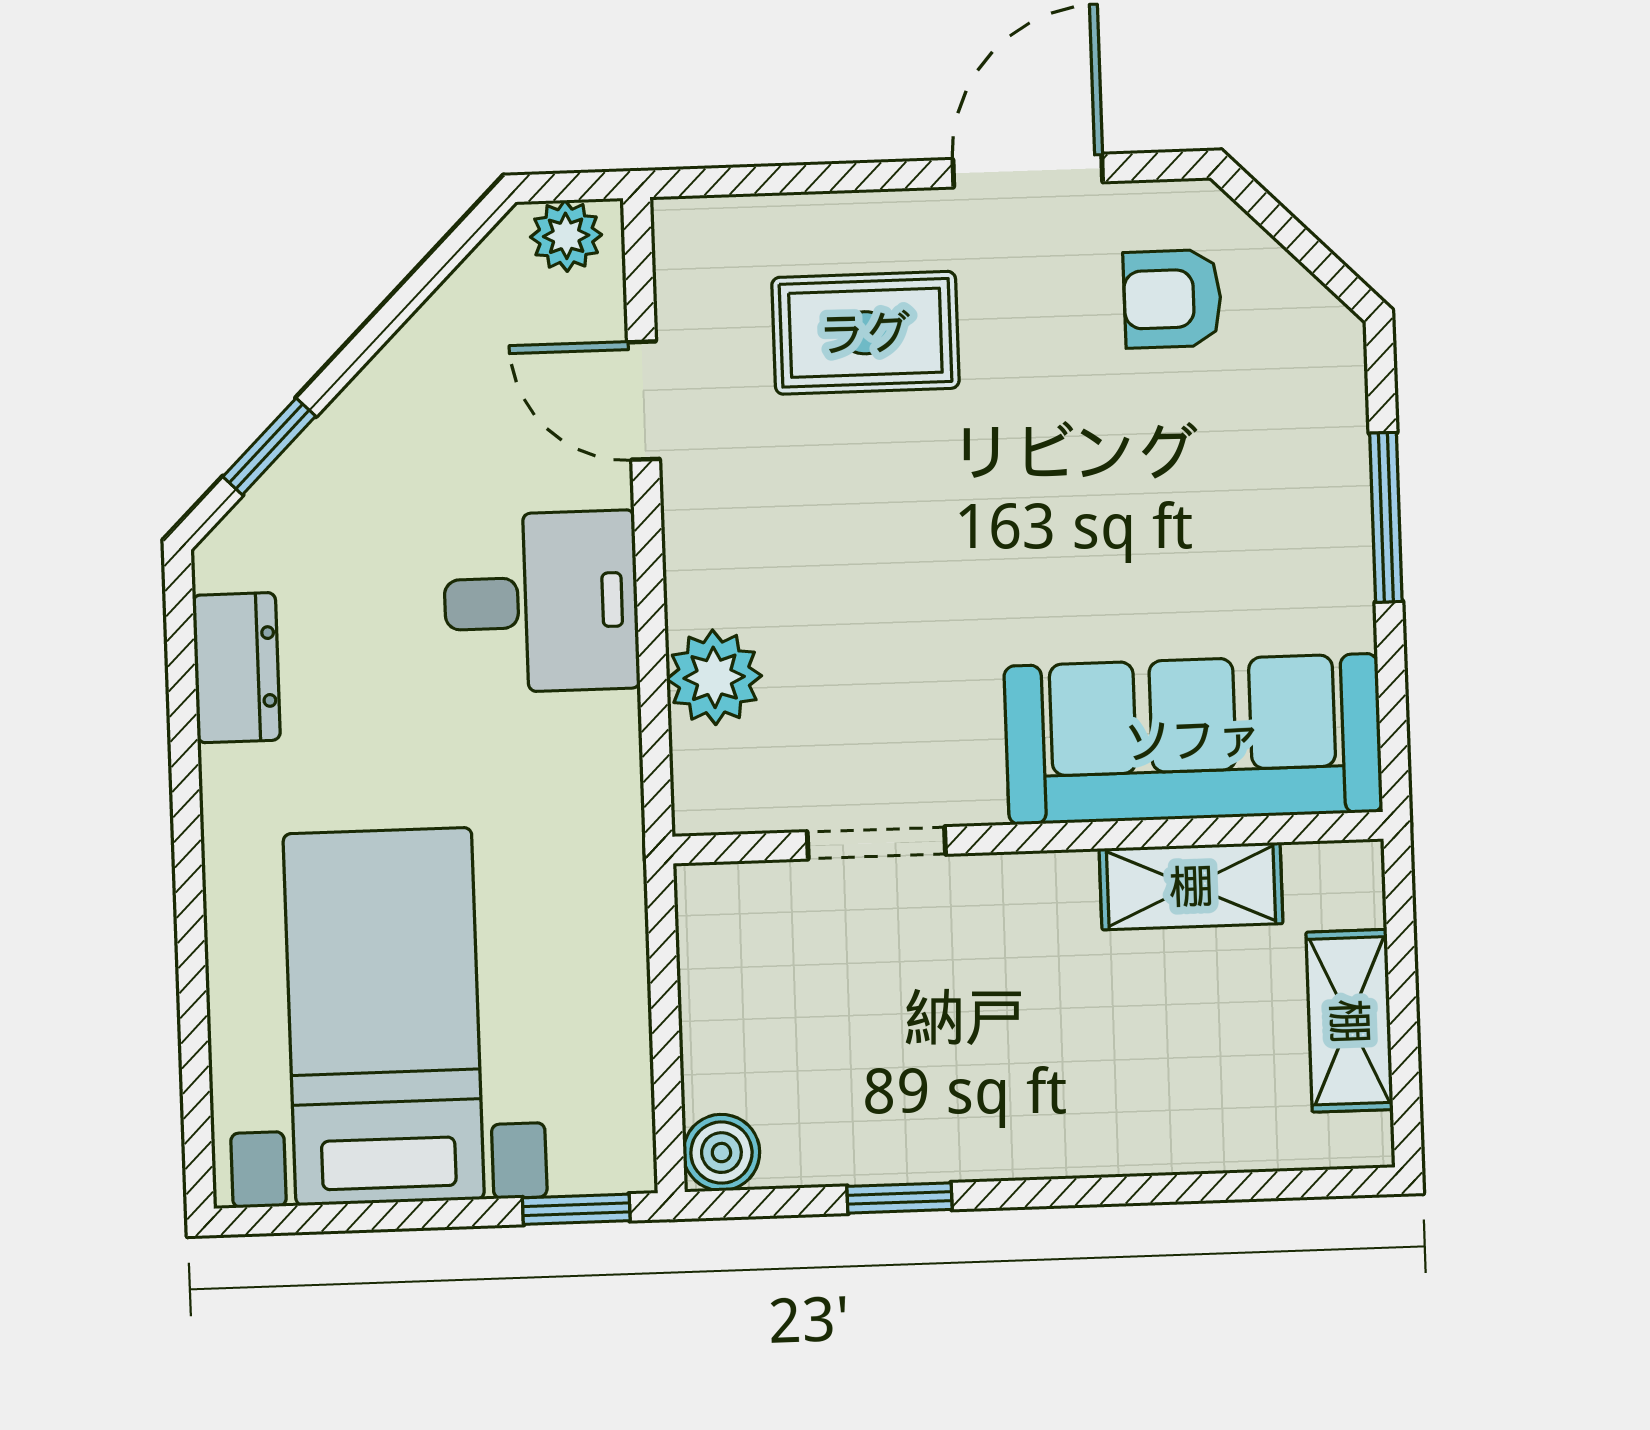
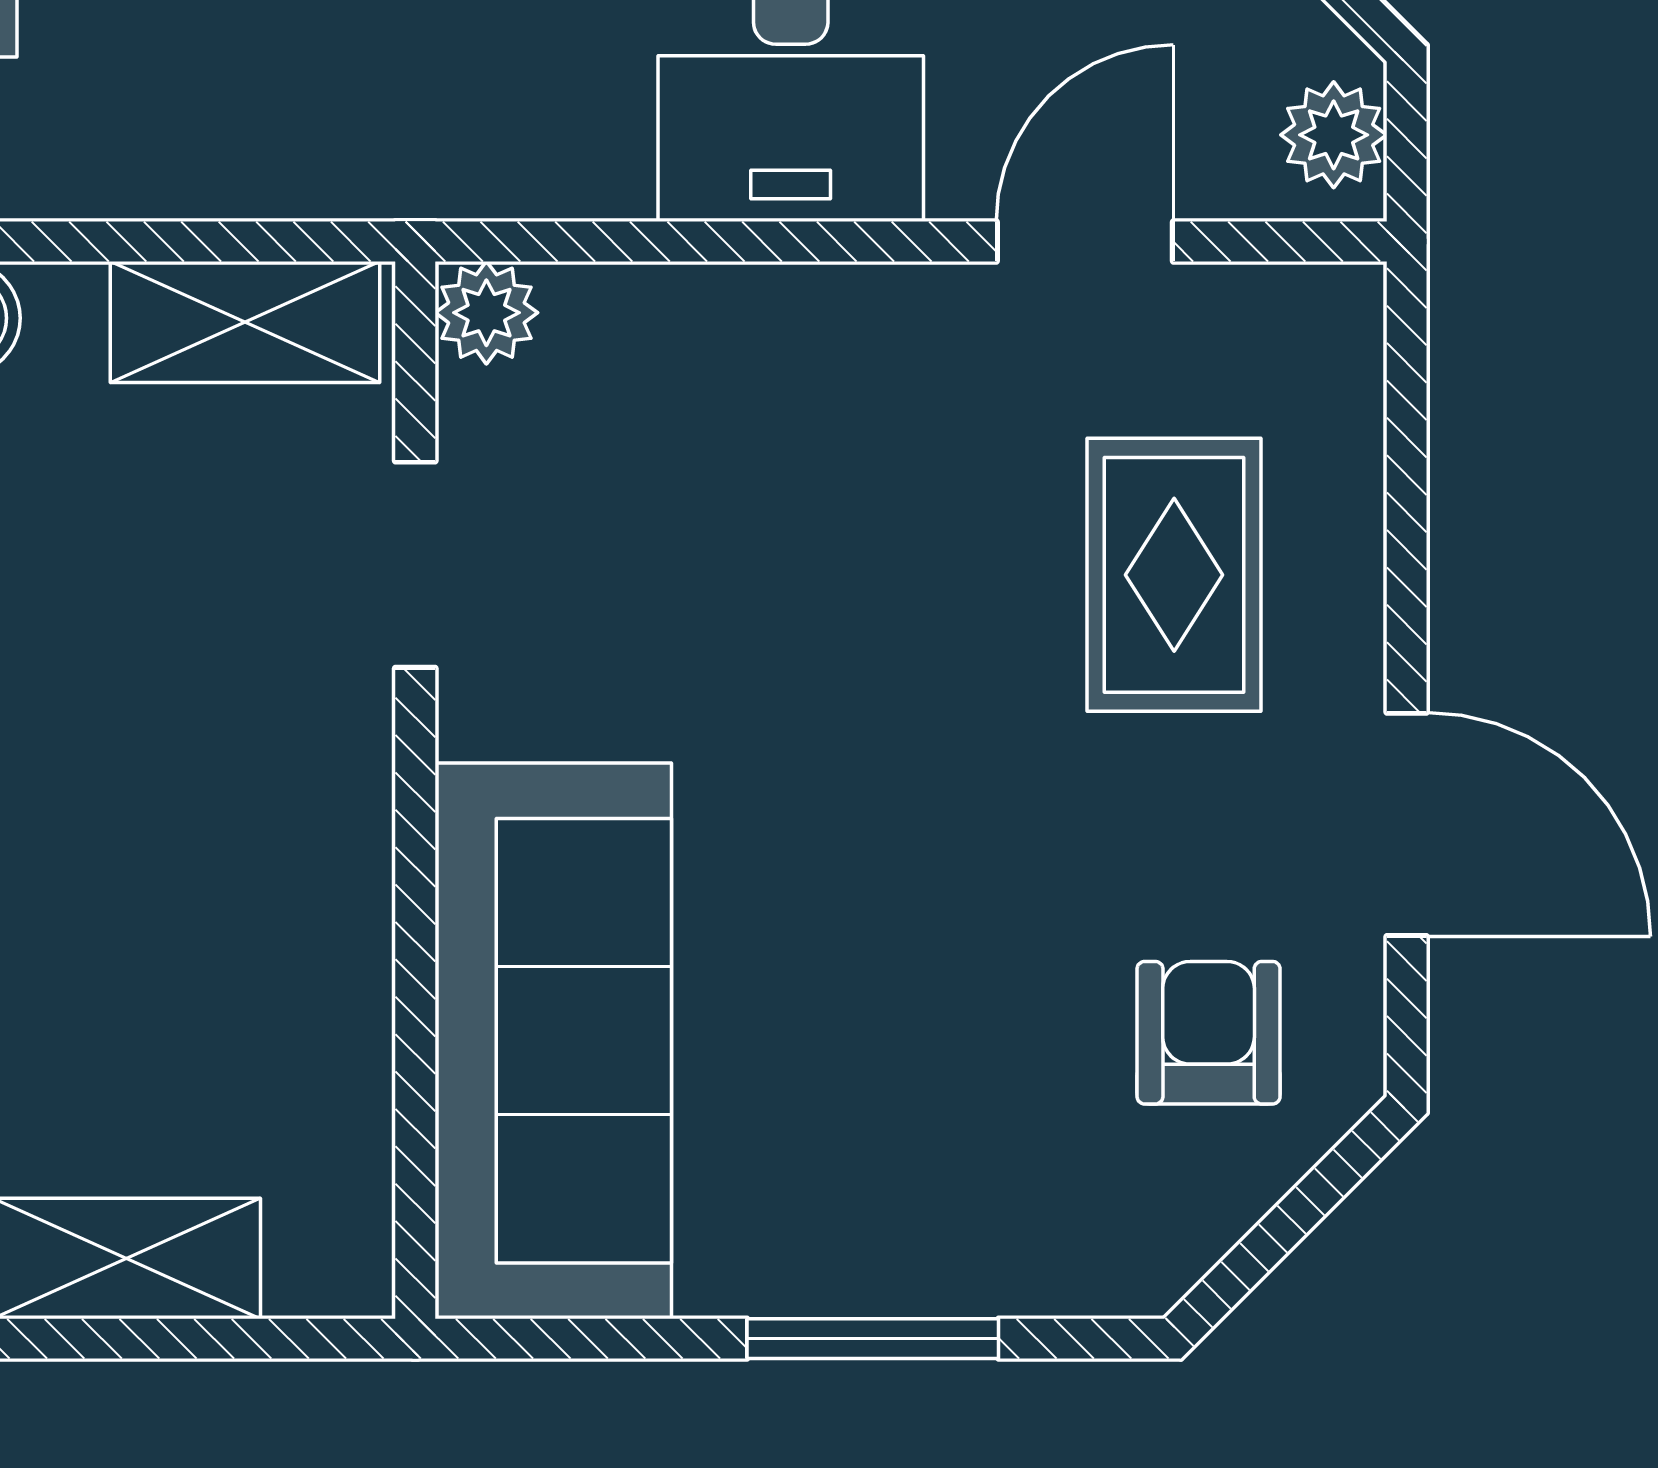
plant: (714, 677) -> (486, 313), moved, width x0.73, depth x0.73
shelving: (1191, 886) -> (245, 322), moved, turned 90

